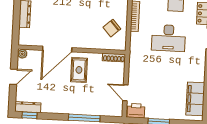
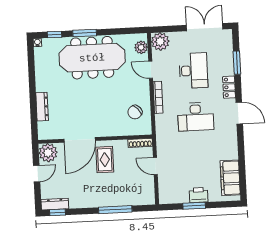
plant: (22, 54) -> (48, 153), width x1.87, depth x1.87
door: (125, 93) -> (155, 166), moved
printer: (136, 111) -> (199, 195), moved

